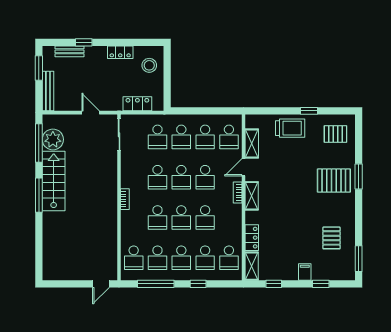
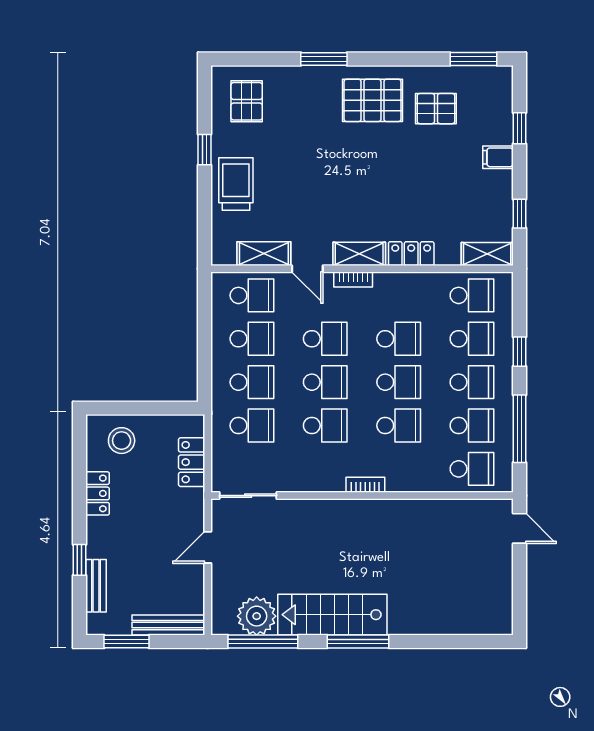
pallet: (334, 181) -> (372, 100), moved, turned 90
locker: (252, 238) -> (411, 254), moved

